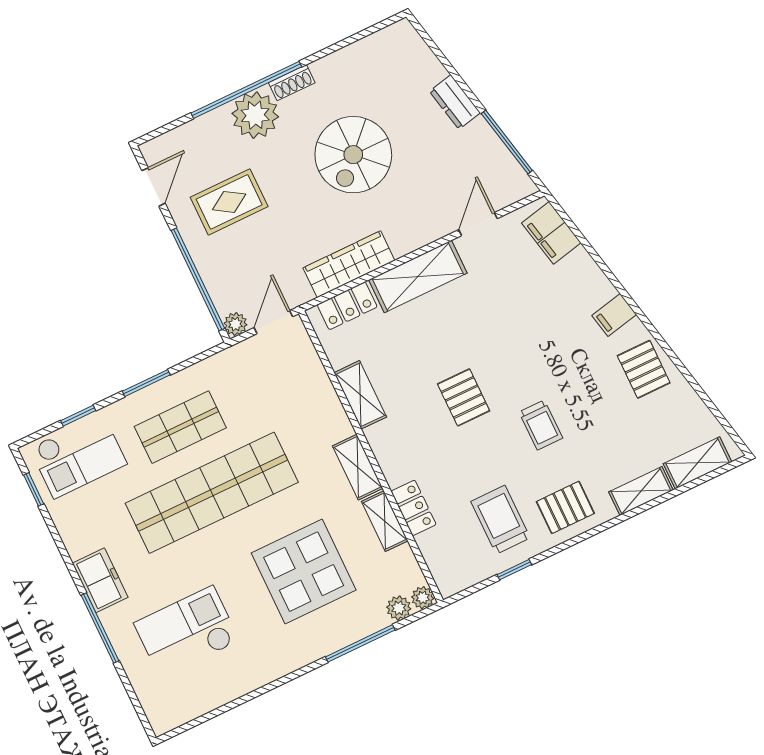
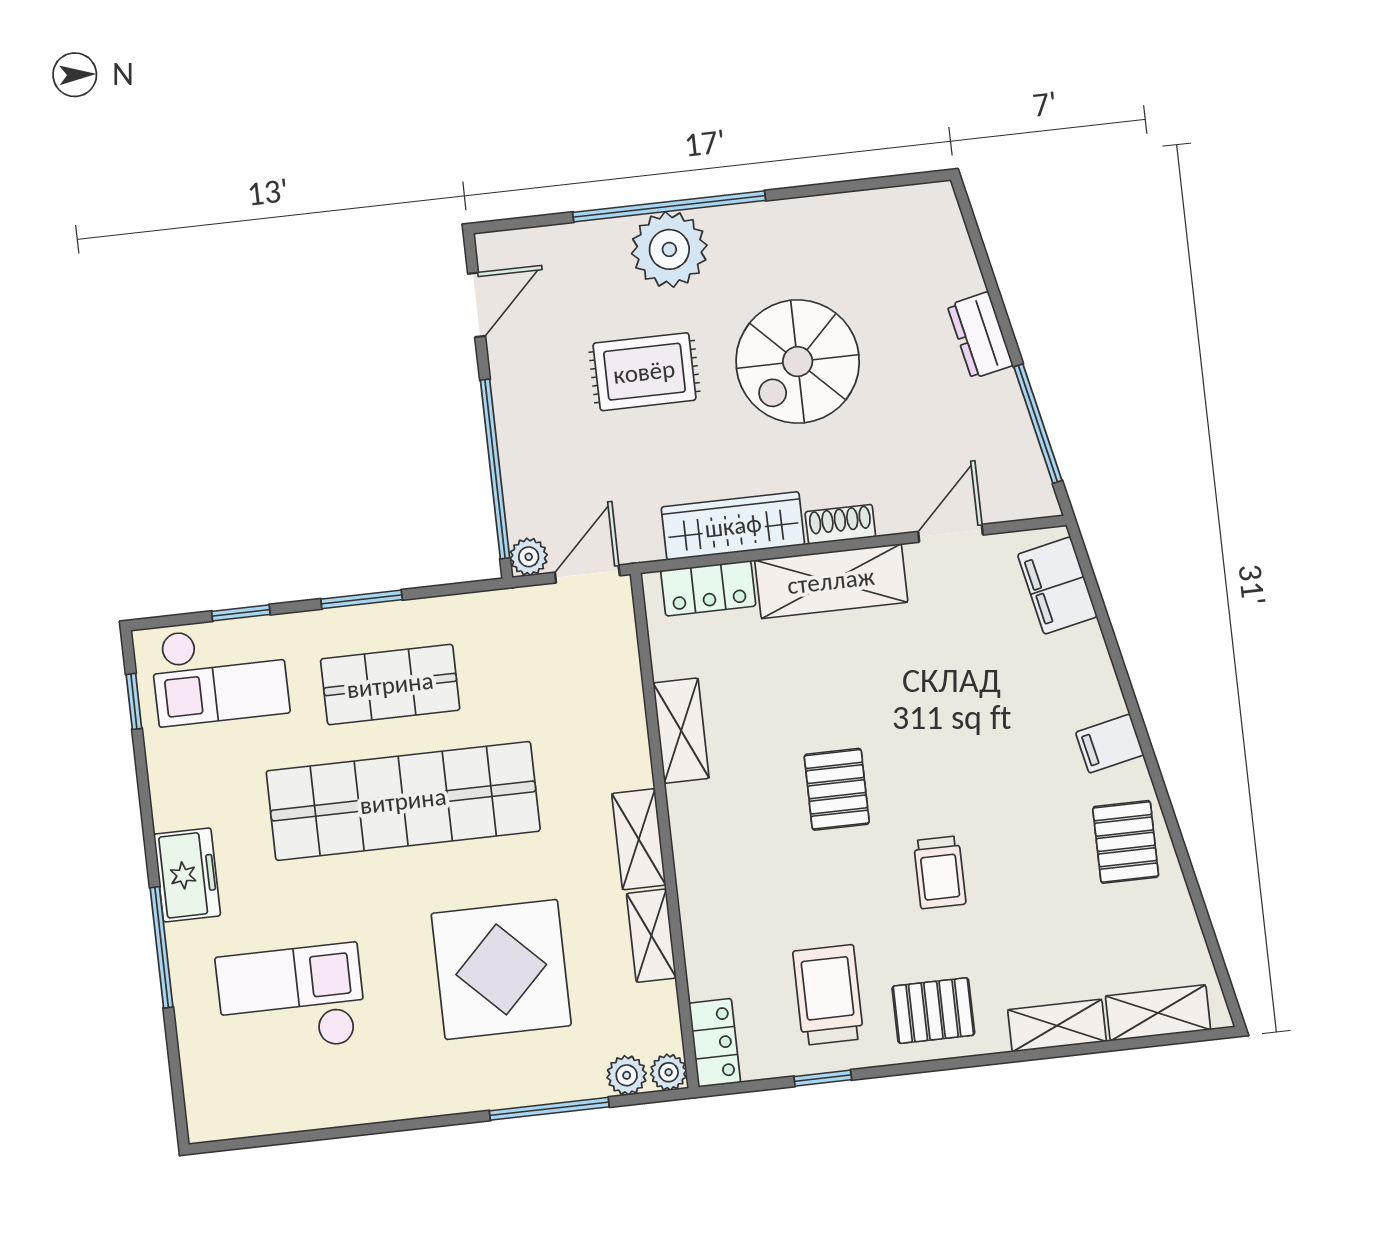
shoe rack: (292, 83) -> (840, 524), moved, turned 180
rug: (229, 202) -> (644, 372), moved
locker: (414, 508) -> (715, 1043), moved

